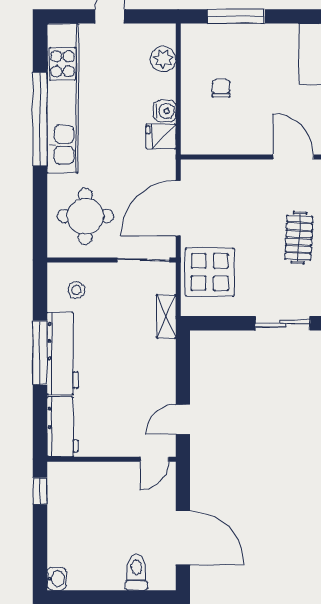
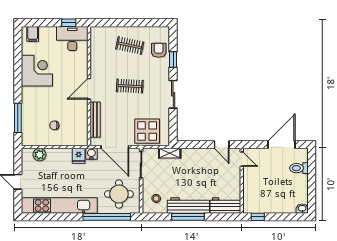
water cooler: (165, 111) -> (91, 154), moved
window: (40, 119) -> (107, 217), moved
bench: (232, 169) -> (95, 120), added

